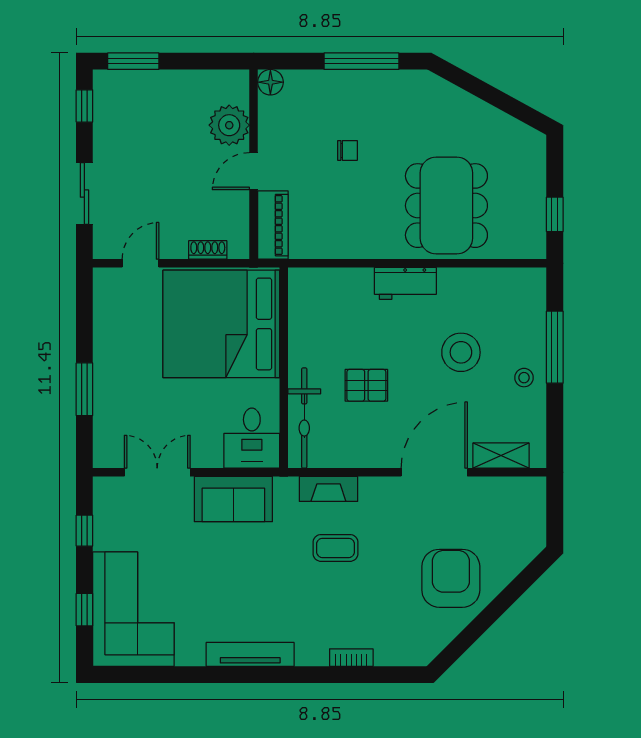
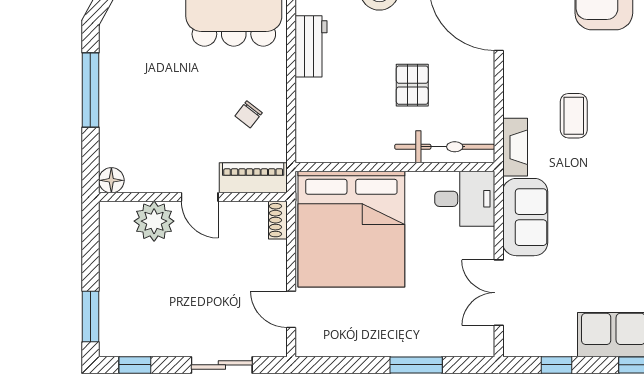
chair: (347, 150) -> (249, 114), moved, turned -142
shoe rack: (208, 250) -> (278, 220), moved
fireplace: (328, 489) -> (515, 147), moved

